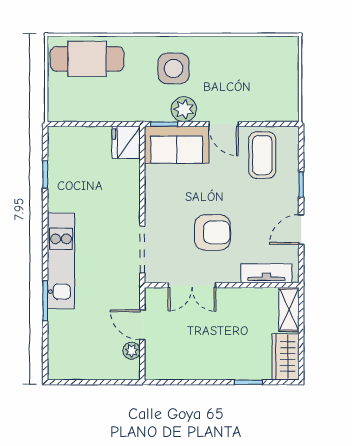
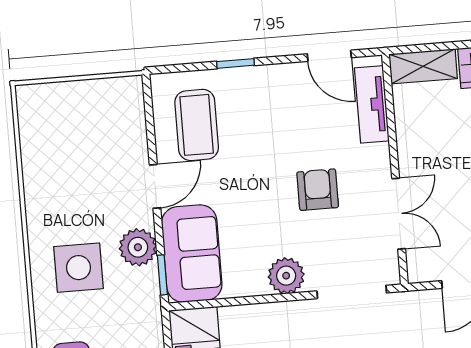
coffee table: (262, 155) -> (197, 125), turned 90
plant: (157, 207) -> (286, 276), added
door: (301, 230) -> (329, 56), moved
armchair: (212, 232) -> (318, 190), width x0.72, depth x0.72

